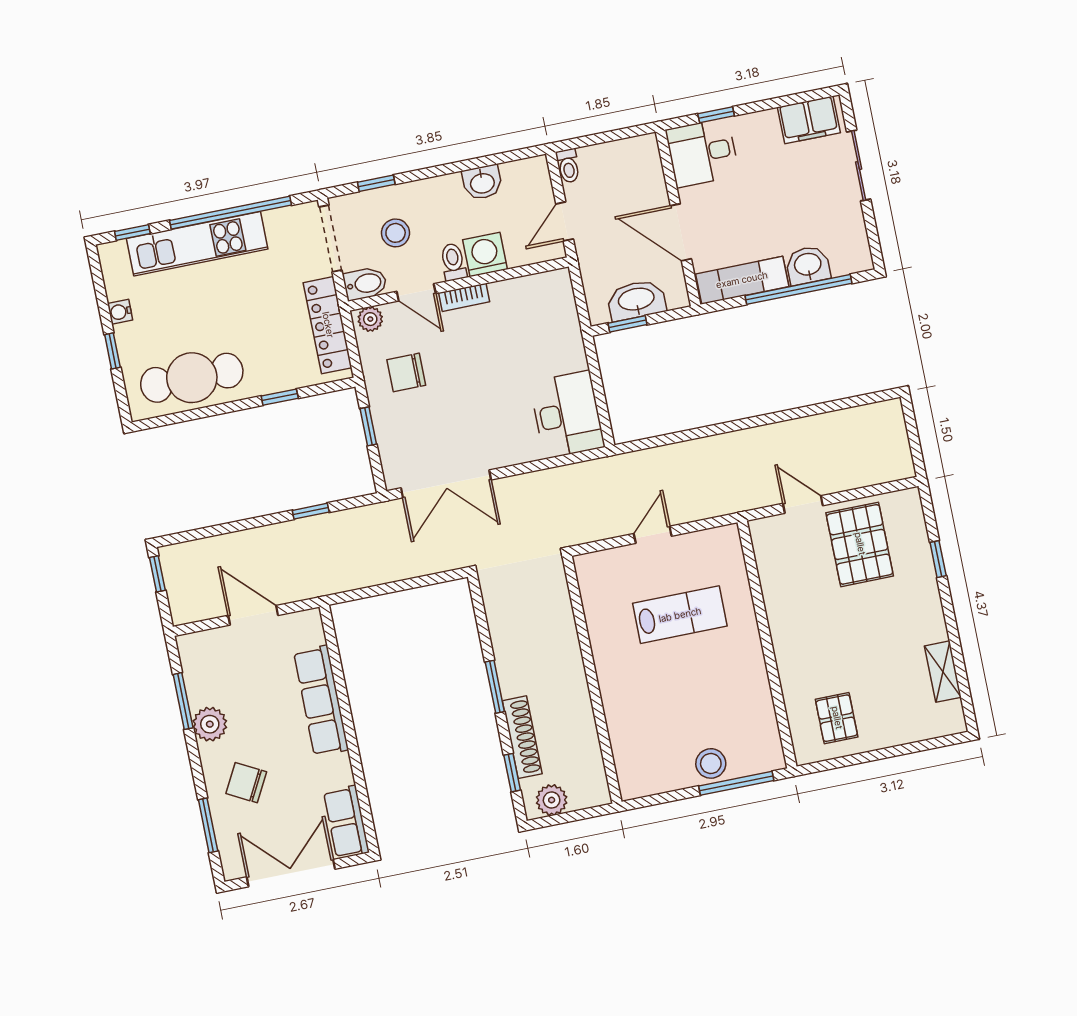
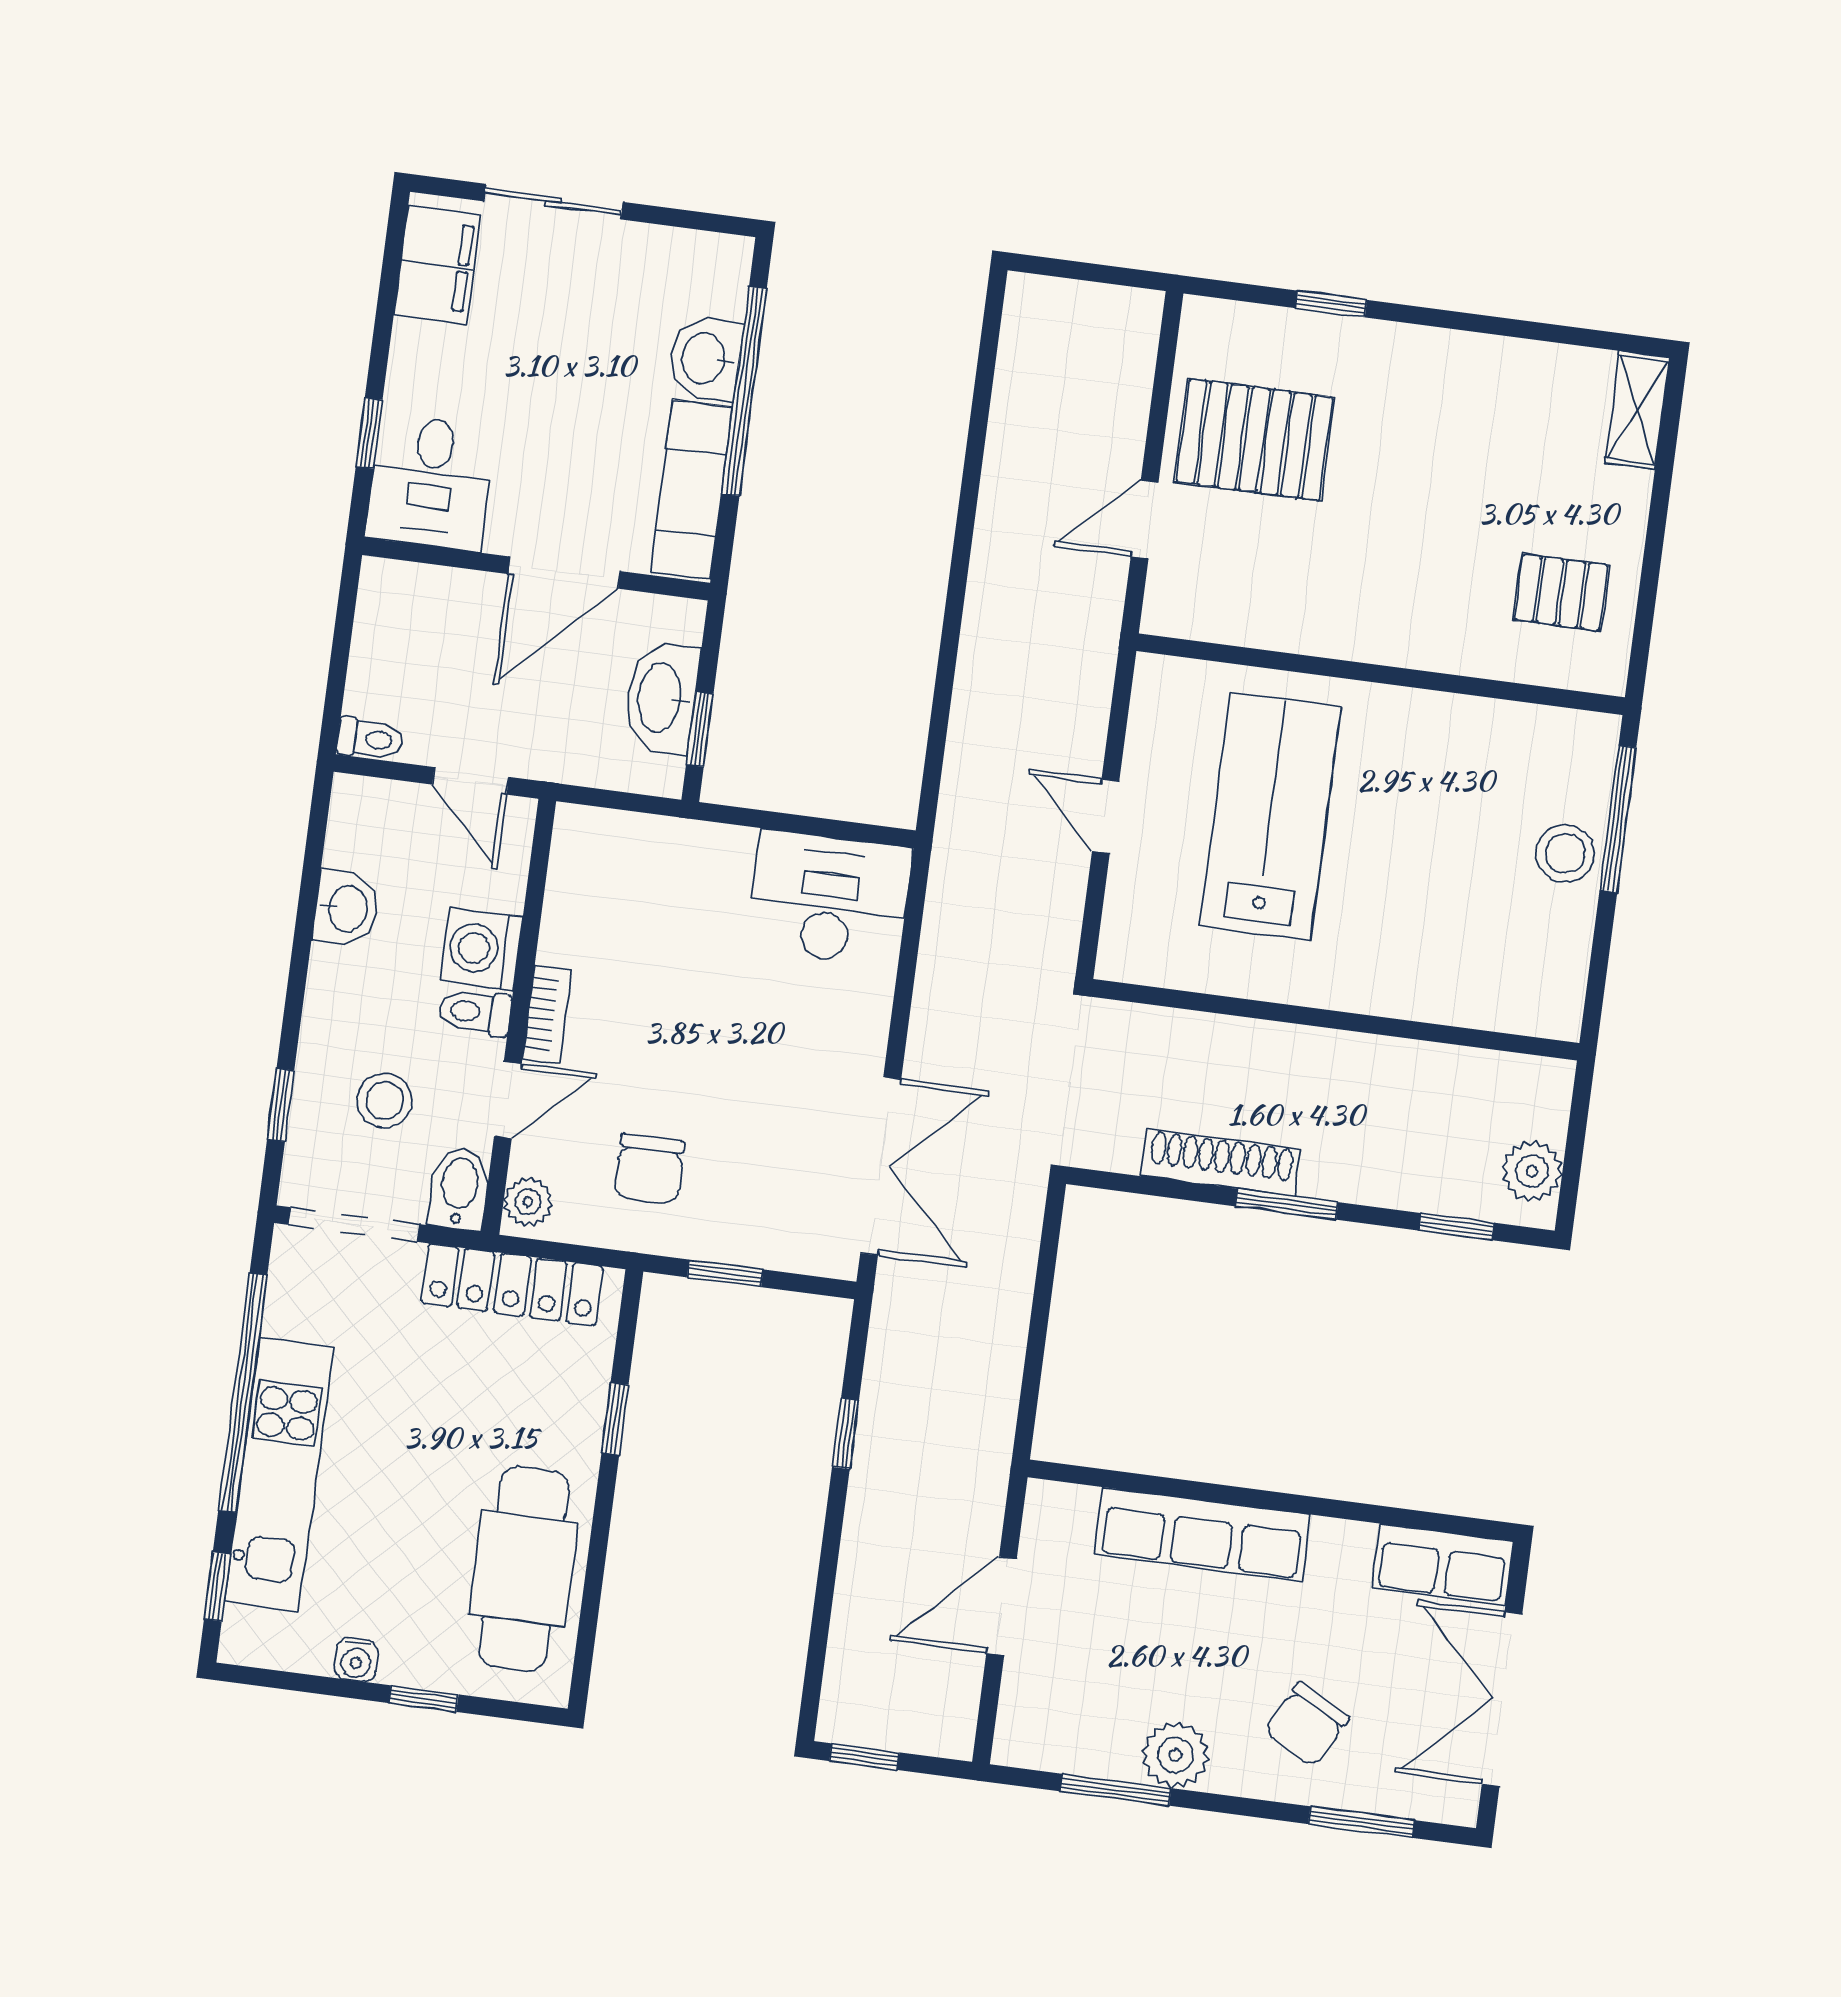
lab bench: (680, 615) -> (1270, 816), width x1.36, depth x1.39
shelving: (943, 672) -> (1637, 410), moved, turned 90
shoe rack: (522, 737) -> (1221, 1162), moved

